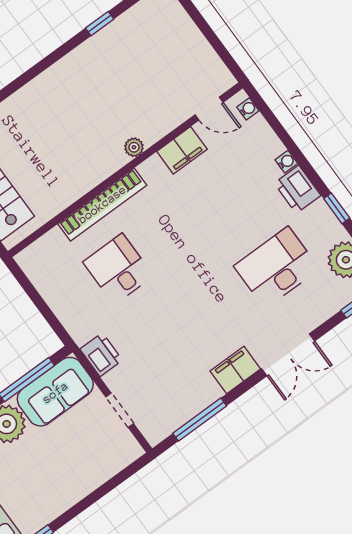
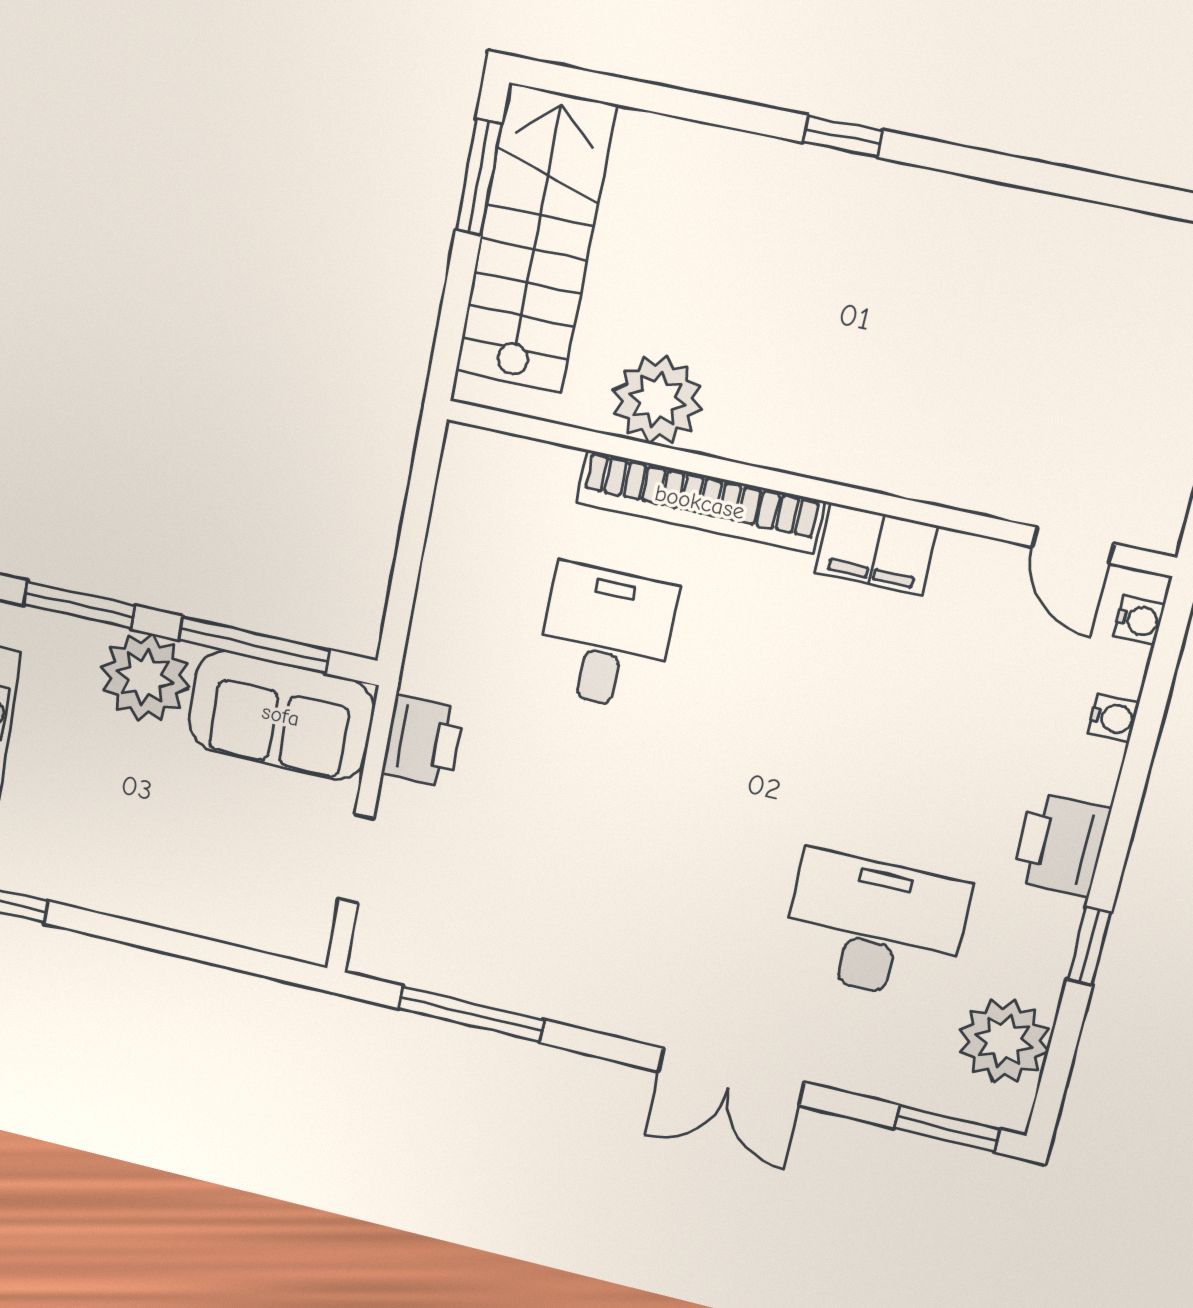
window: (100, 24) -> (843, 136), moved
plant: (134, 147) -> (657, 400), moved, width x1.88, depth x1.88
filing cabinet: (182, 150) -> (876, 549), moved
water cooler: (286, 162) -> (1113, 718), moved
filing cabinet: (235, 370) -> (617, 1005), removed

